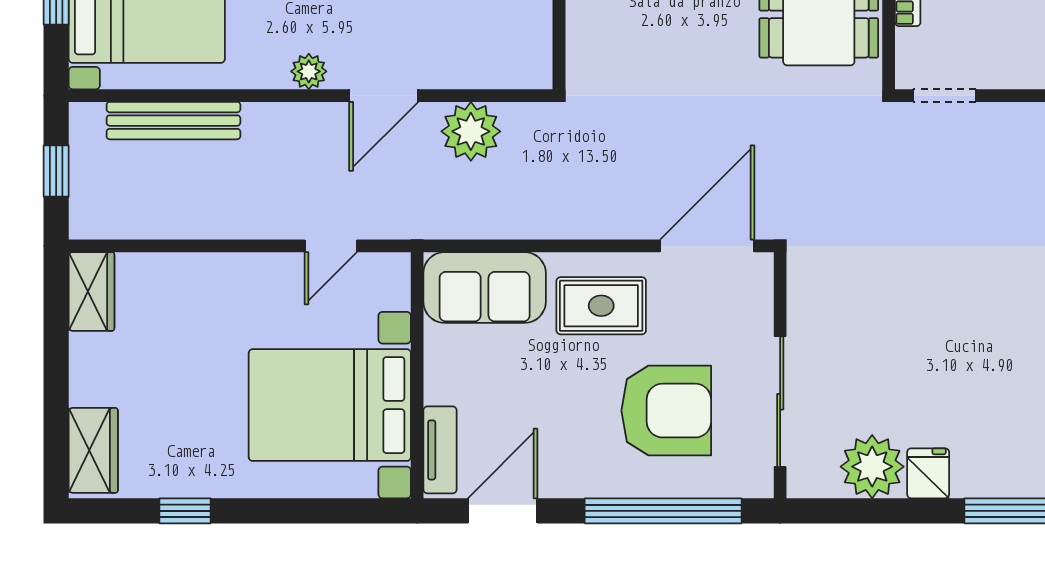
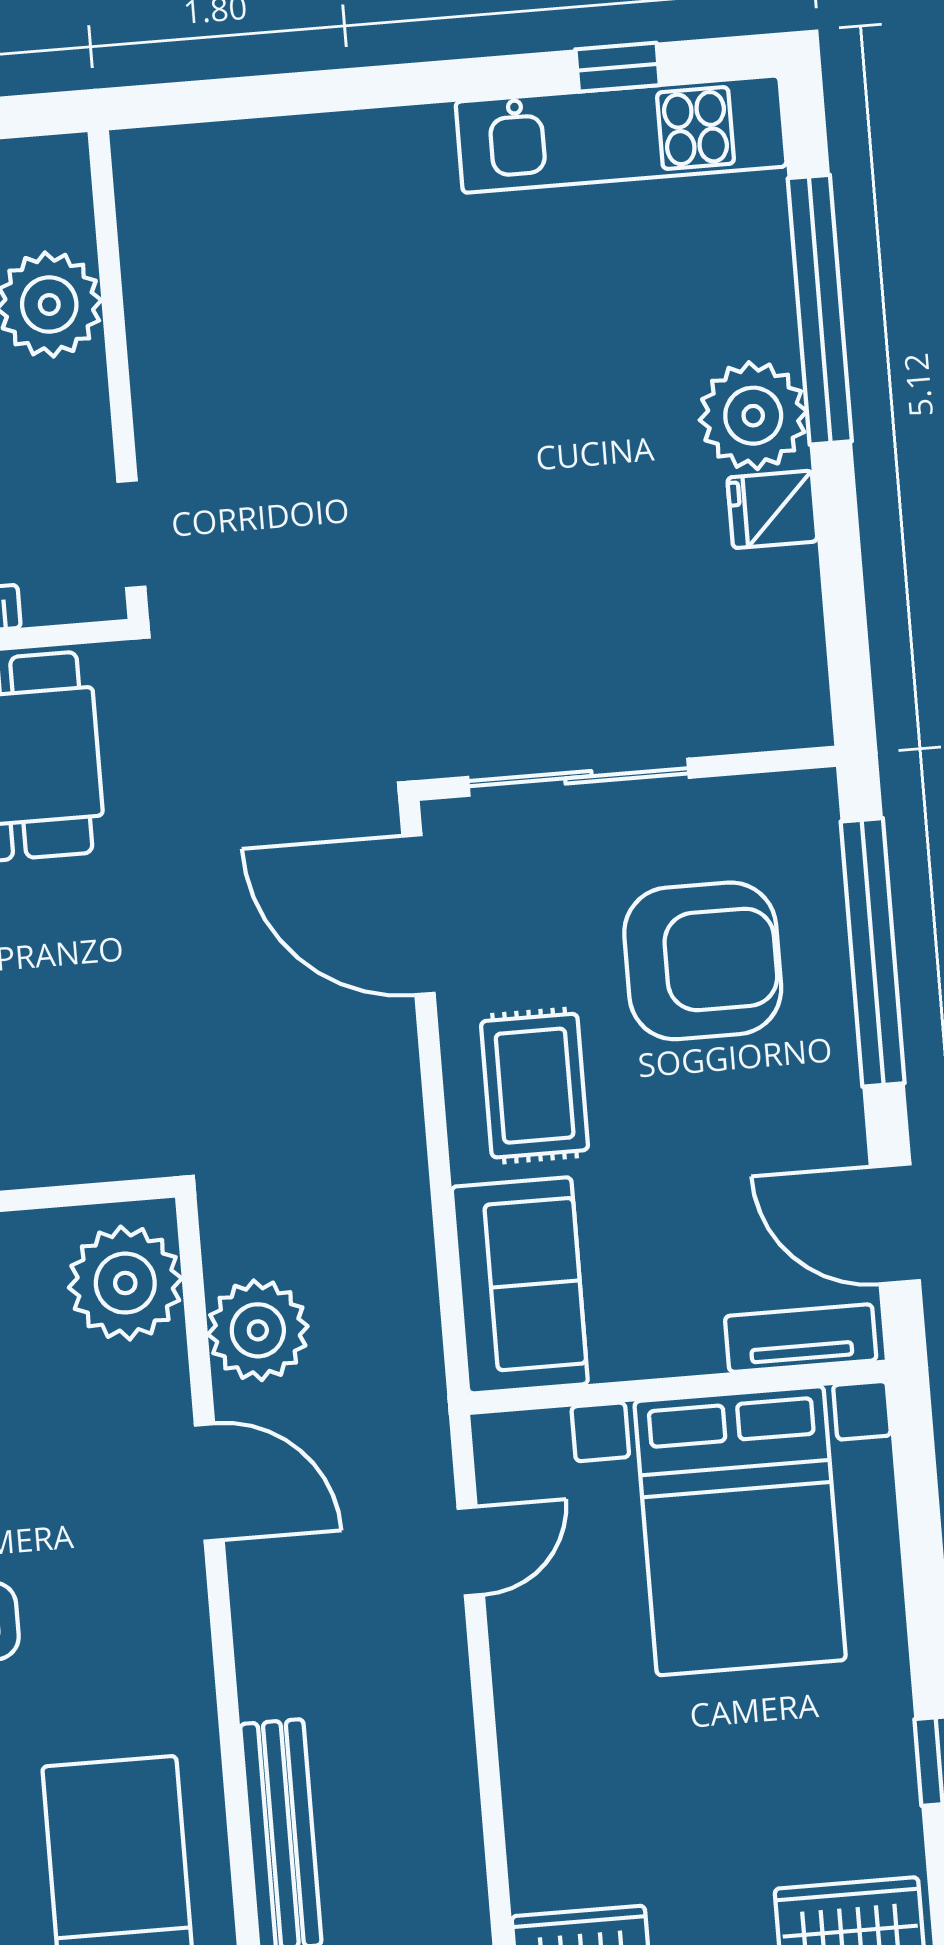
plant: (309, 71) -> (125, 1283), moved, width x1.88, depth x1.88
door: (331, 246) -> (471, 1551), hinge flipped
sliding door: (780, 402) -> (578, 777), moved
armchair: (666, 411) -> (703, 961), turned 90
plant: (872, 467) -> (753, 416), moved

